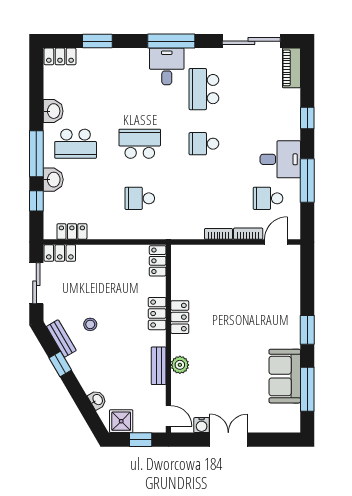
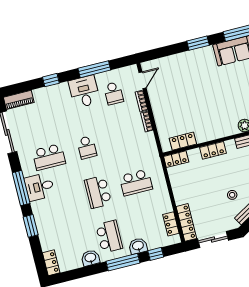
window: (97, 41) -> (31, 226), moved
school desk: (140, 198) -> (136, 183), width x1.85
door: (276, 242) -> (143, 80), swing flipped
locker: (60, 253) -> (186, 222), width x1.53
locker: (180, 317) -> (183, 141), moved

